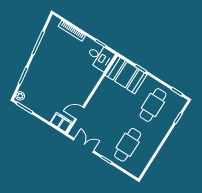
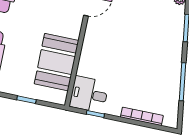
booth: (126, 75) -> (57, 62), moved, turned 90

